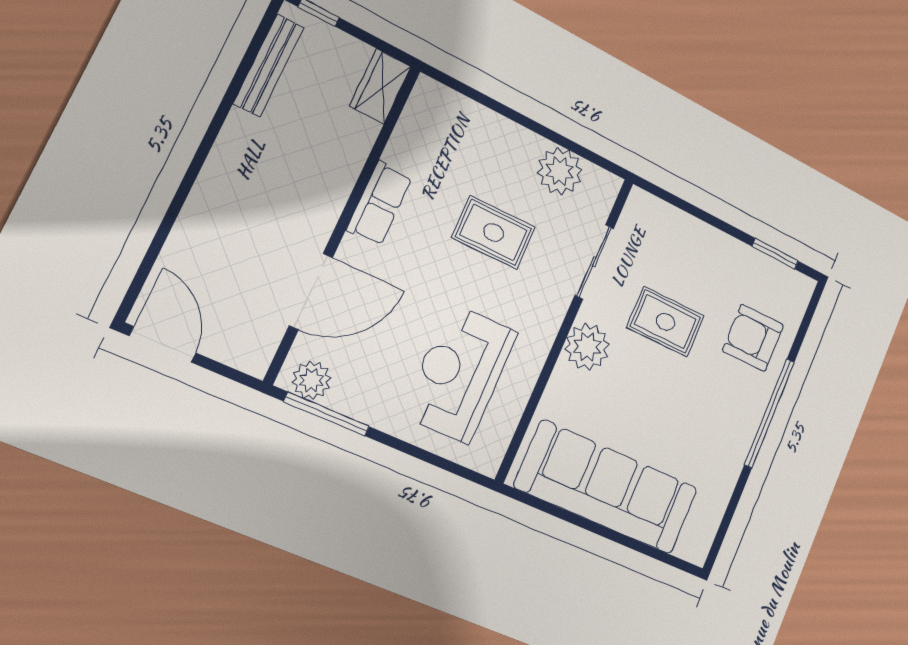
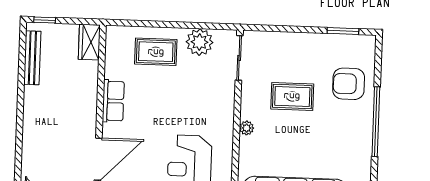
rug: (494, 232) -> (156, 52), moved
sliding door: (594, 262) -> (239, 58), moved
plant: (587, 347) -> (247, 128), width x0.53, depth x0.53

